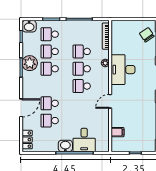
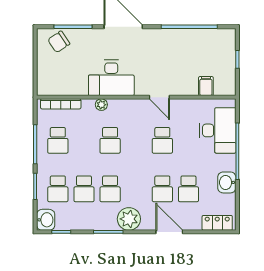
school desk: (82, 51) -> (58, 140), moved
plant: (30, 63) -> (129, 219), moved
school desk: (82, 86) -> (162, 140), moved
desk: (84, 140) -> (218, 130), width x1.37
washbasin: (65, 146) -> (227, 182), moved

